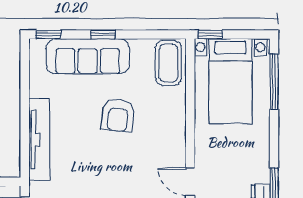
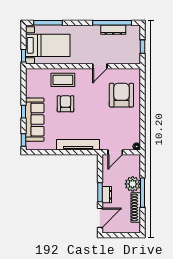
coffee table: (169, 63) -> (63, 80), moved
armchair: (118, 115) -> (66, 104), turned -97

